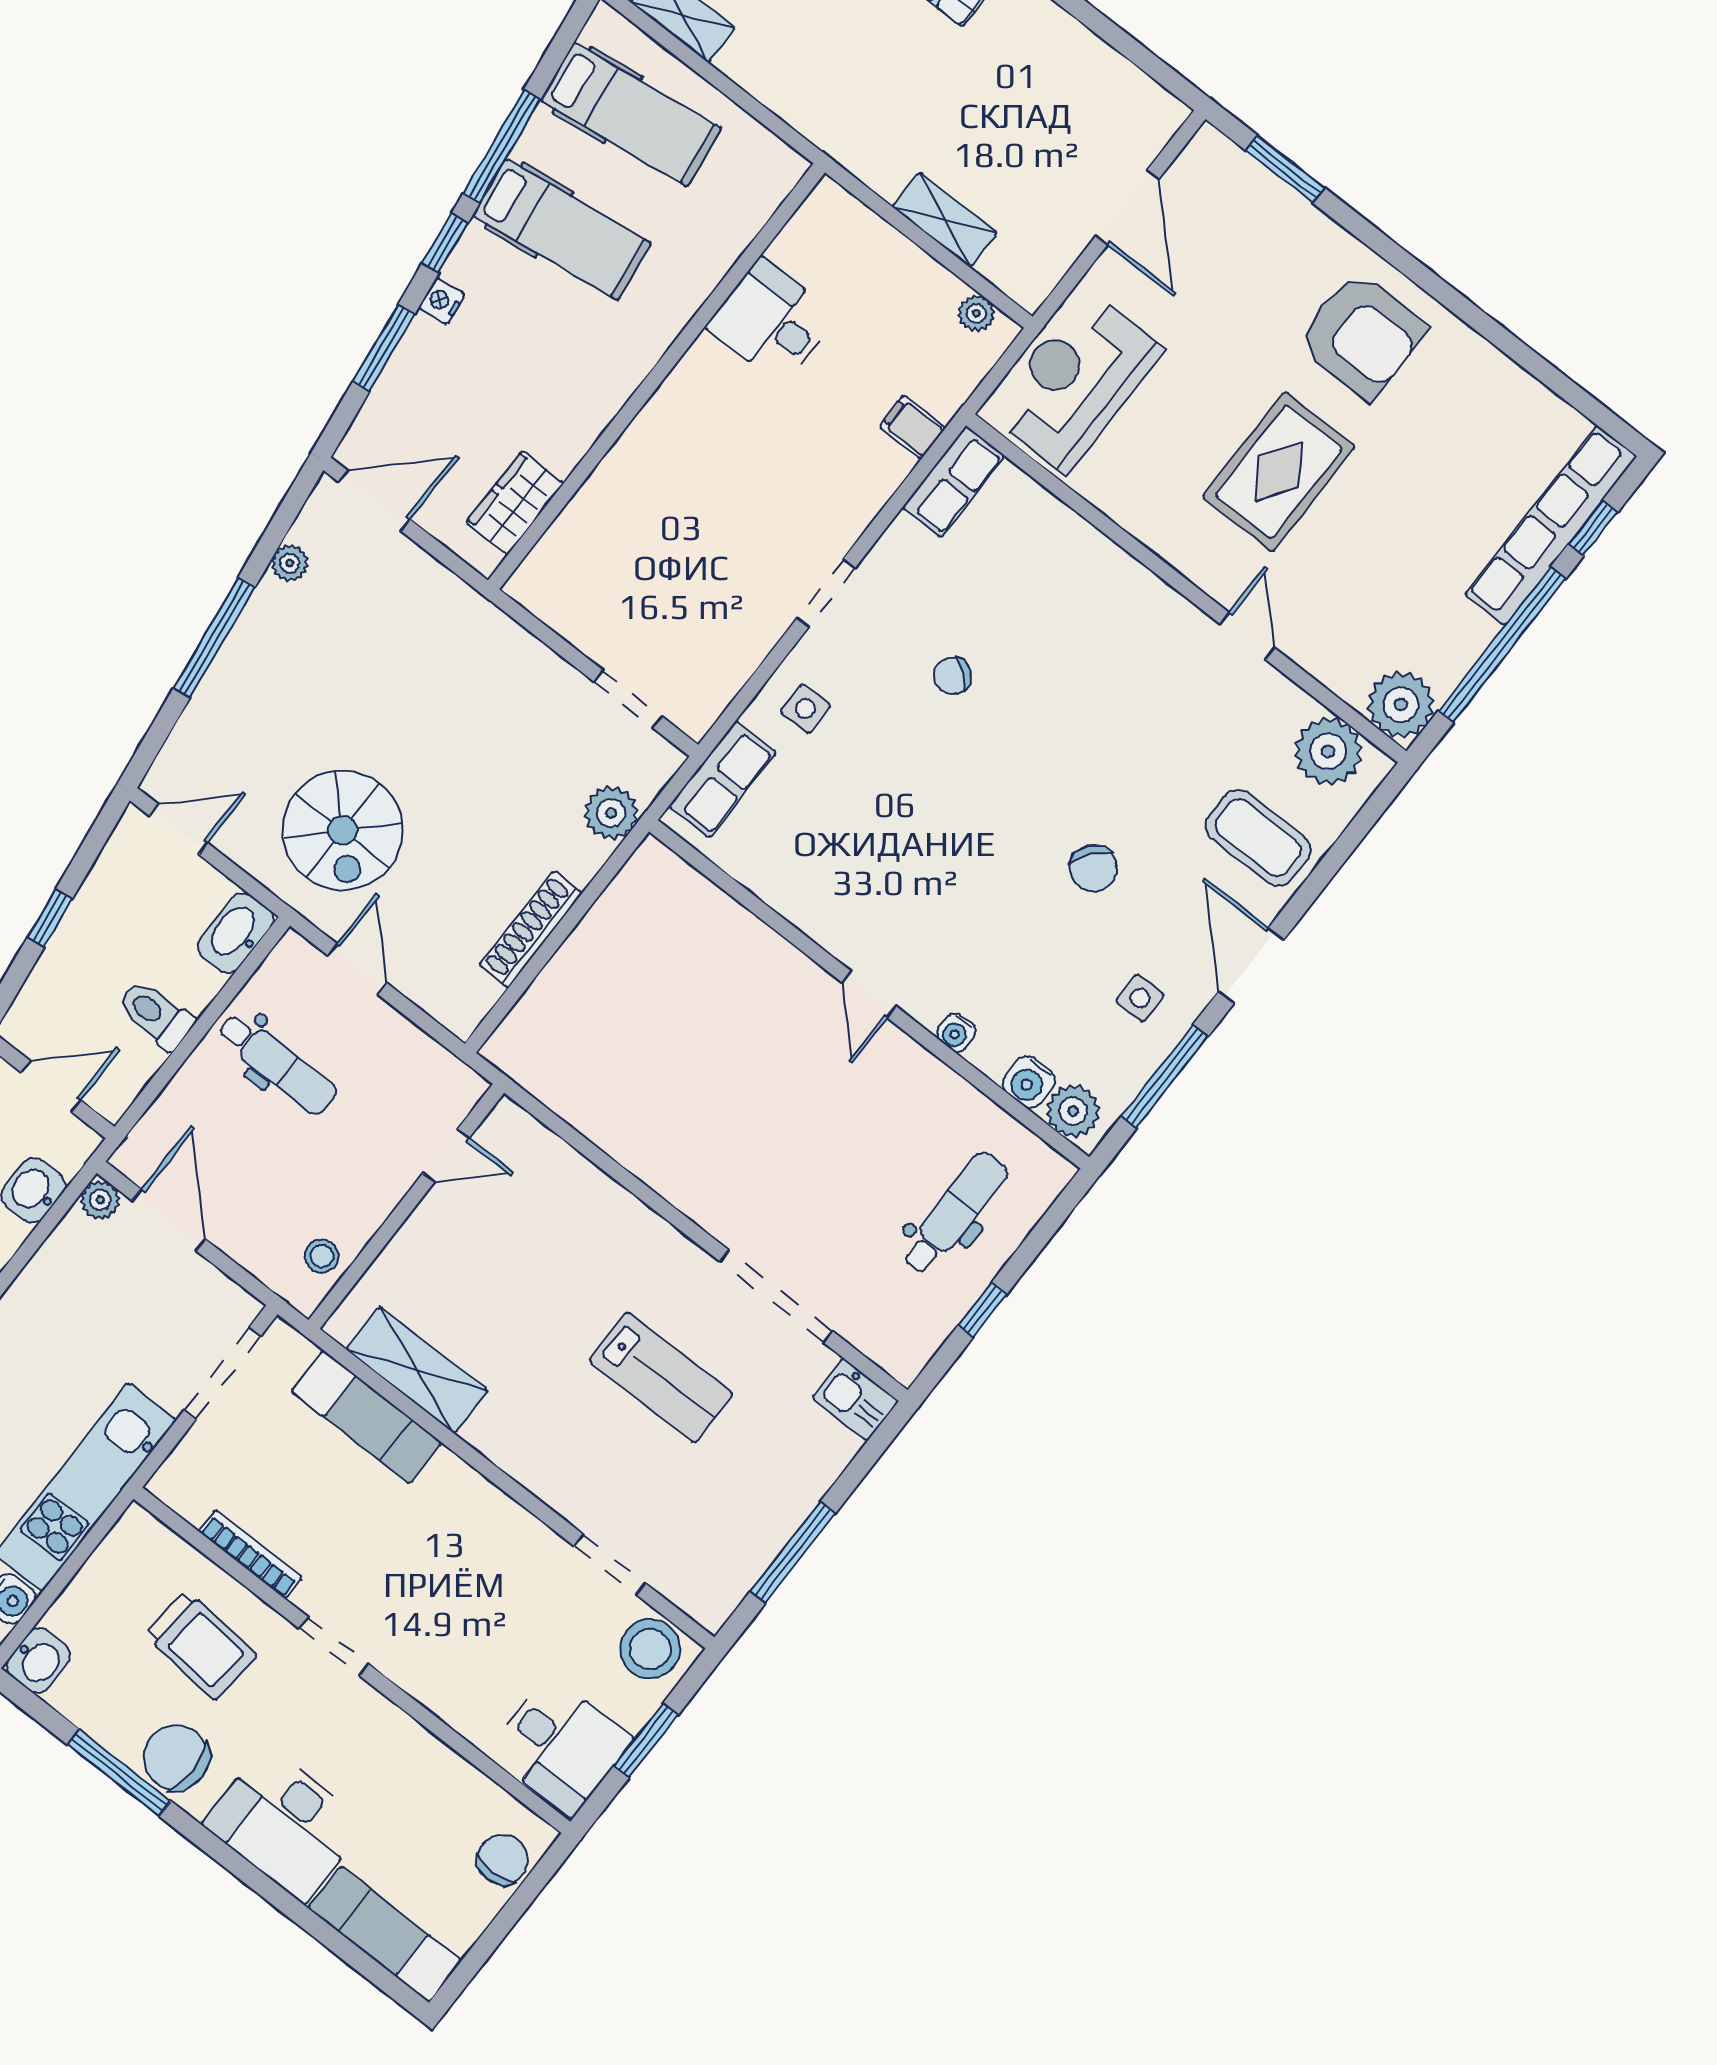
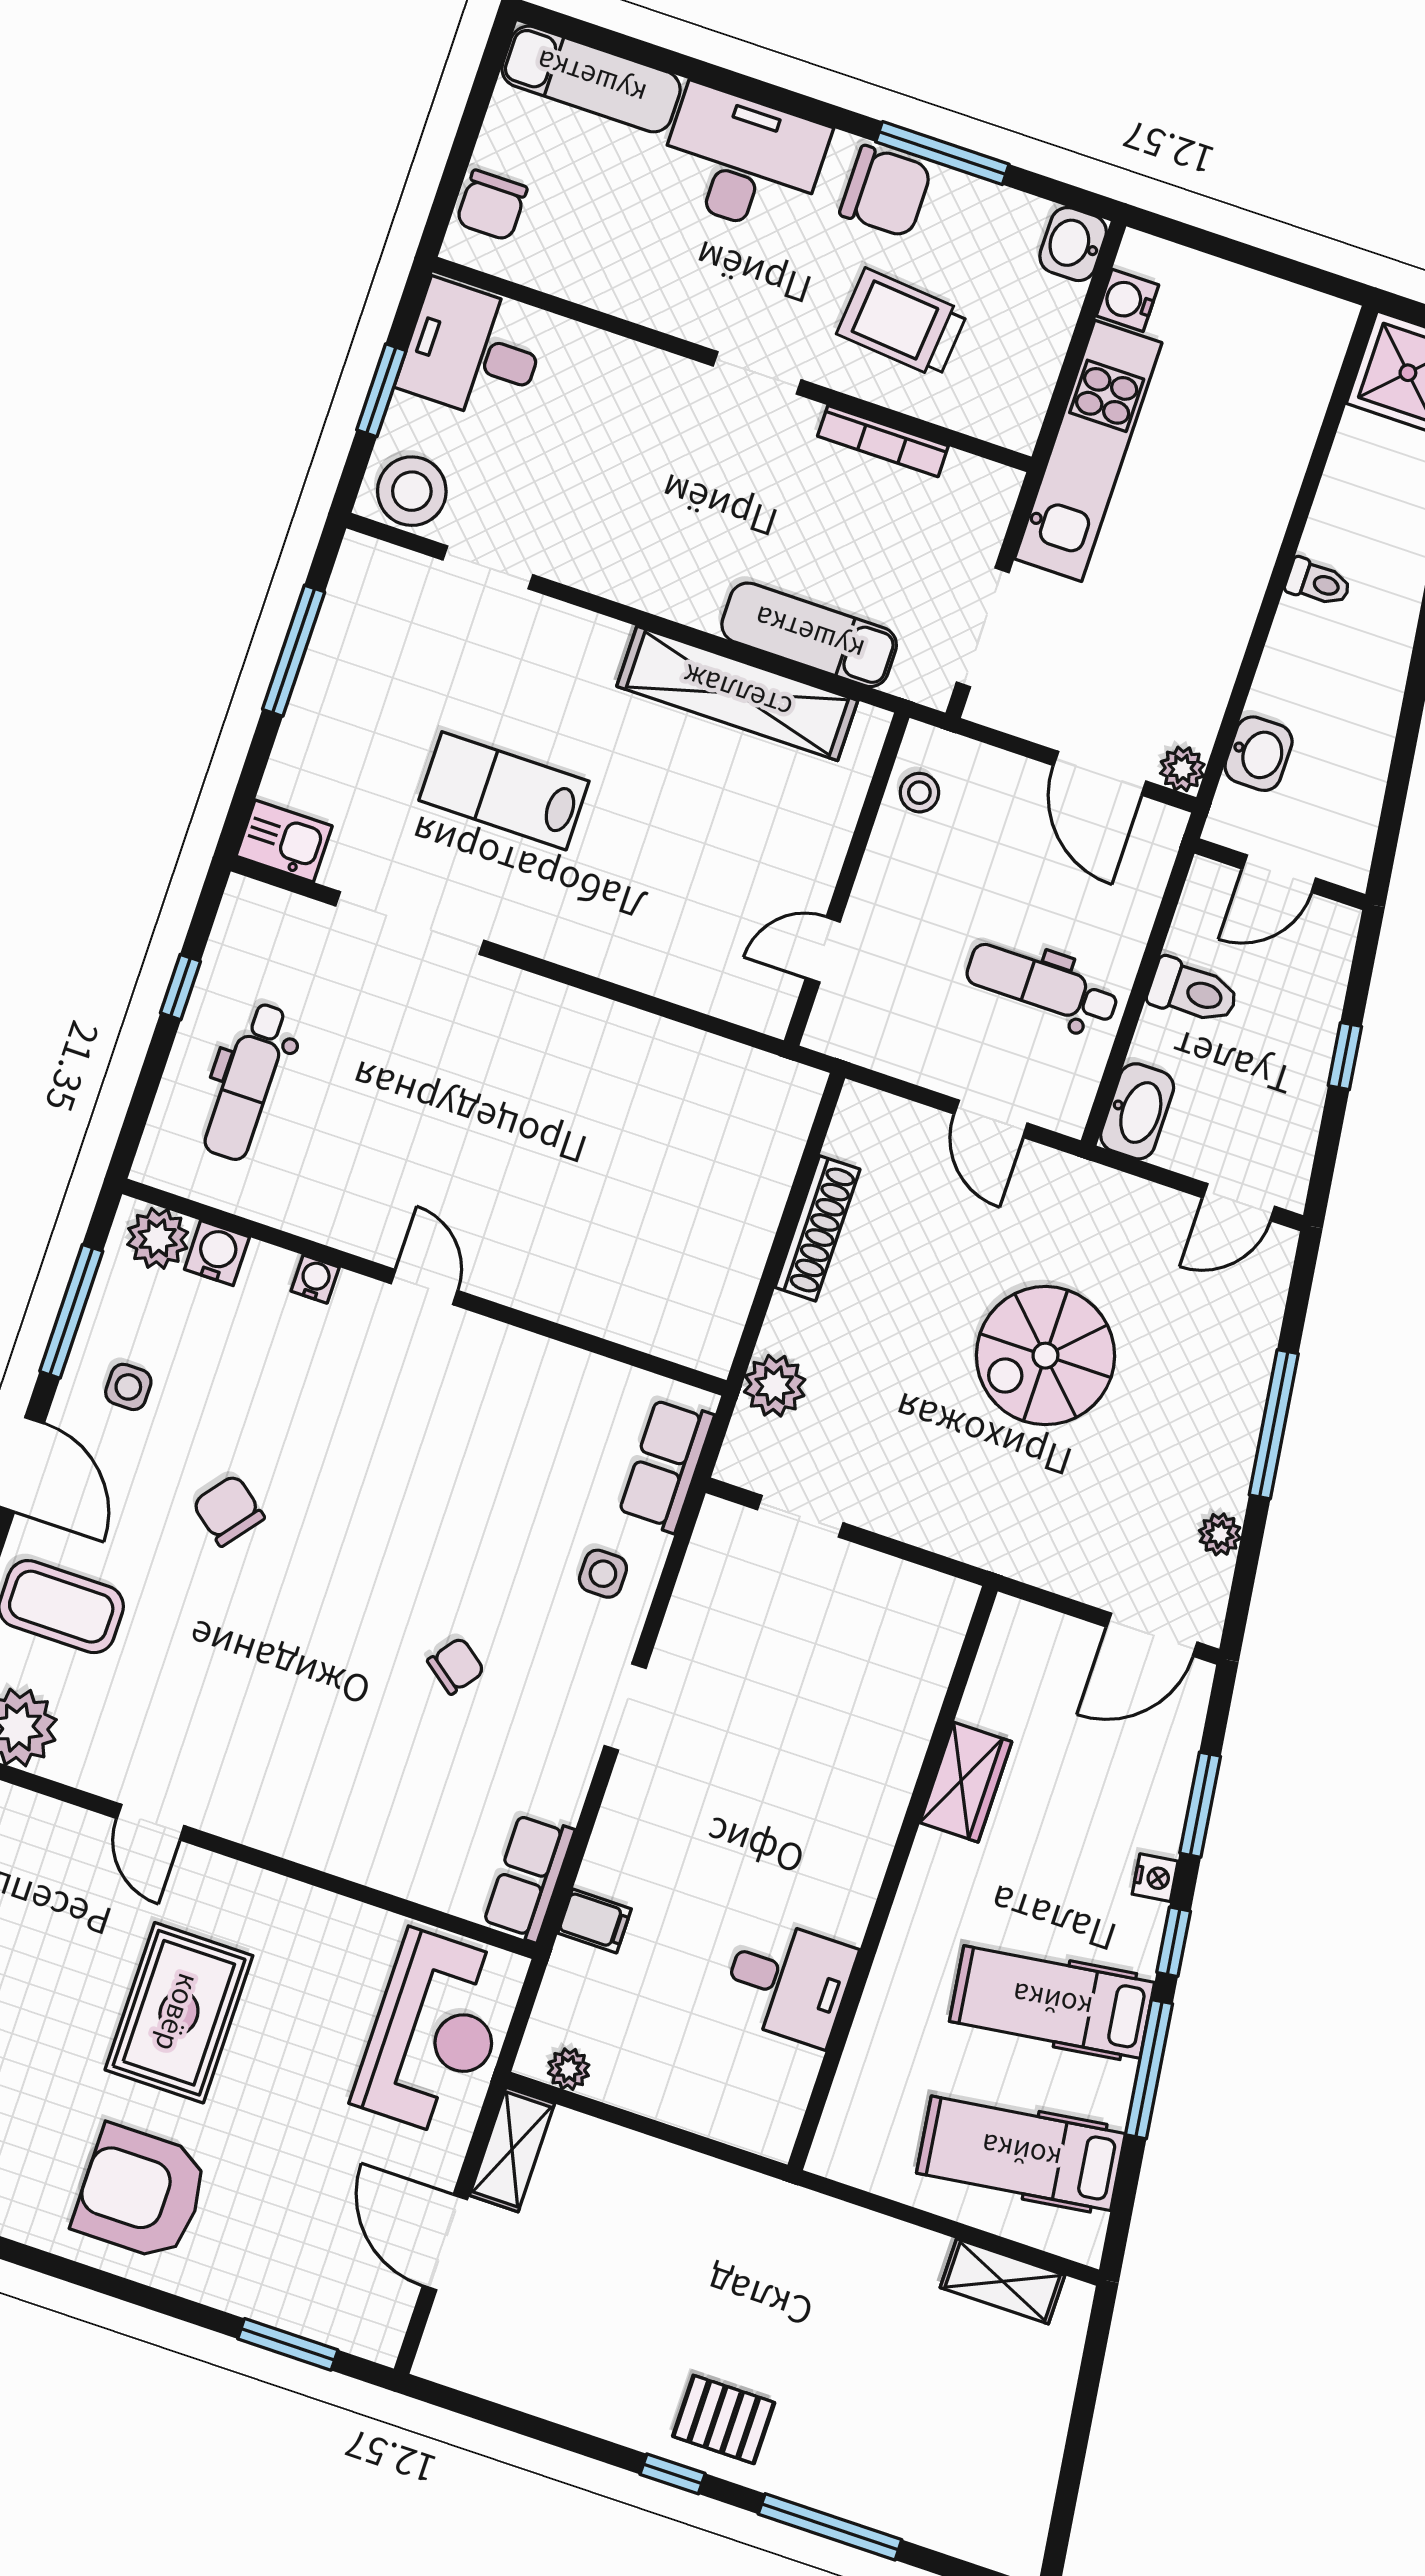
shelving: (945, 220) -> (512, 2149), moved, turned 90
wardrobe: (515, 503) -> (966, 1782), moved
spiral stairs: (343, 830) -> (1045, 1356), moved, turned -90
shelving: (417, 1370) -> (737, 693), width x1.47

